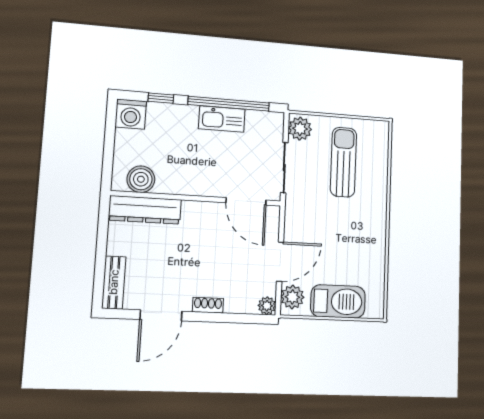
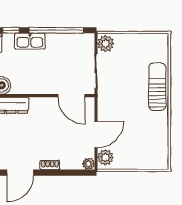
kitchen sink: (222, 119) -> (30, 41), moved
sun lounger: (343, 162) -> (157, 87), moved
barbecue: (338, 301) -> (136, 159), removed

